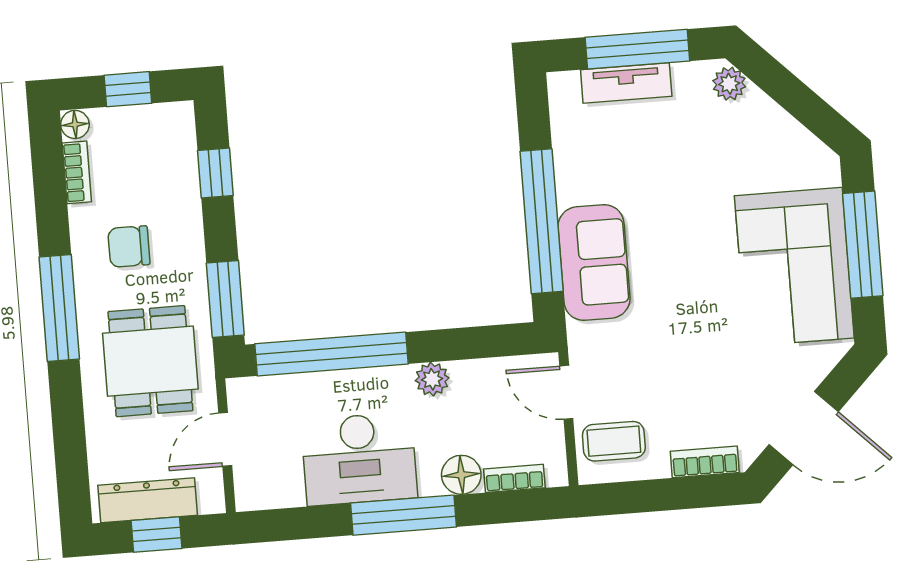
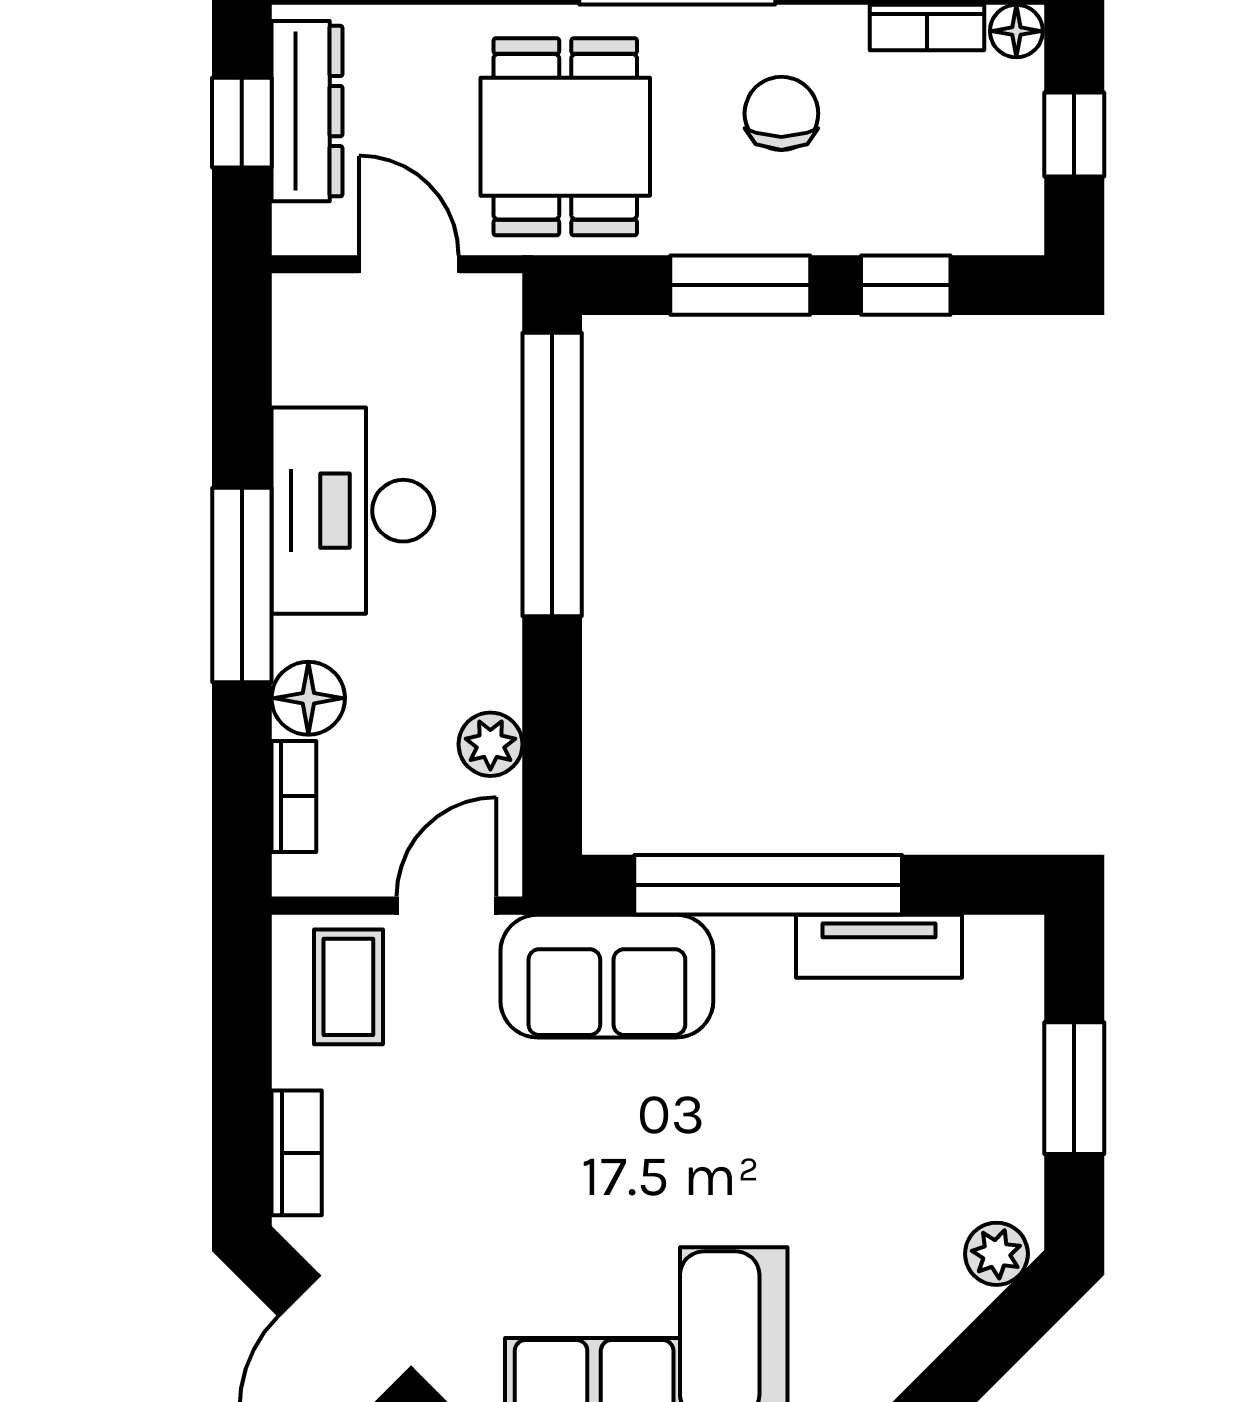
window: (637, 49) -> (1074, 1088), width x0.69
tv unit: (626, 83) -> (879, 946), moved, turned -90
sofa: (594, 263) -> (607, 976), moved
window: (225, 299) -> (740, 285), moved
dining table: (150, 361) -> (565, 137), turned 90
plant: (432, 379) -> (490, 744), moved

